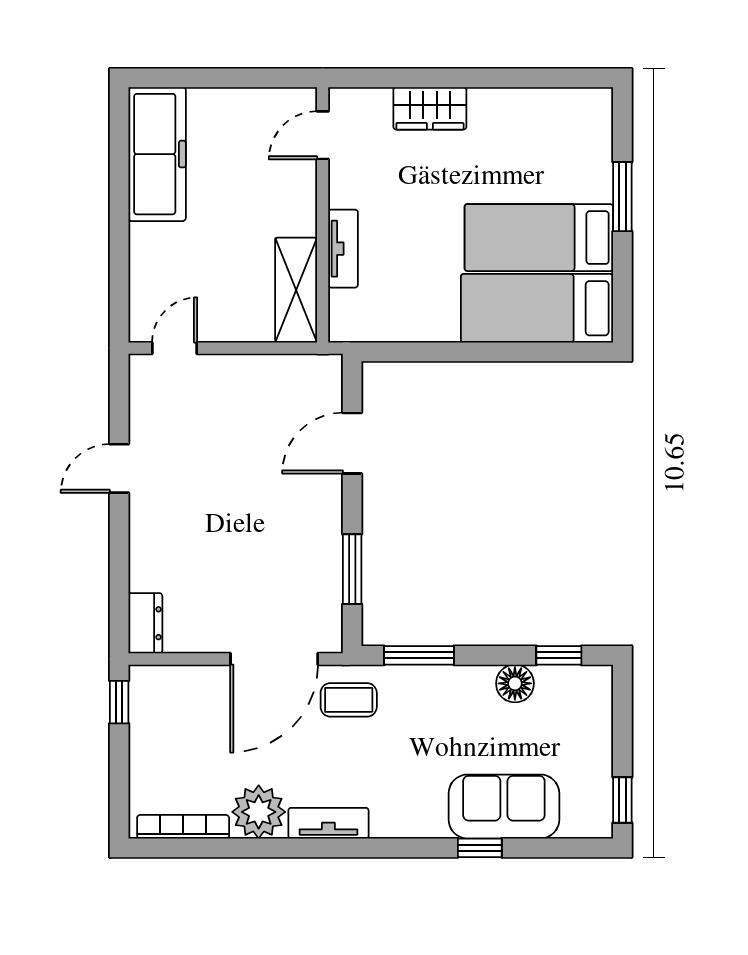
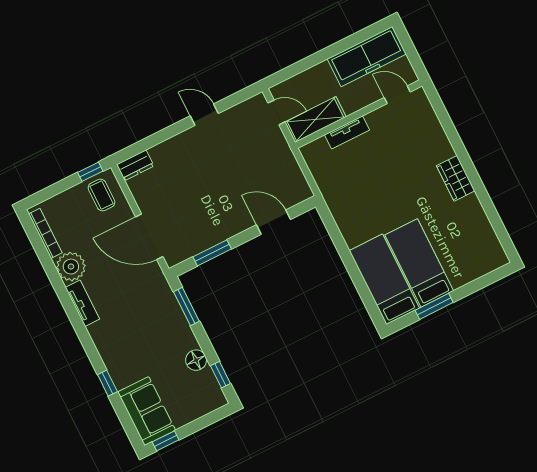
door: (323, 135) -> (397, 95), moved
window: (622, 197) -> (434, 306), moved
wall: (323, 215) -> (359, 114), moved
tv unit: (343, 249) -> (347, 132), moved
shelving: (296, 290) -> (315, 120), moved
coffee table: (349, 700) -> (102, 195), moved
sofa: (504, 807) -> (147, 411), moved

